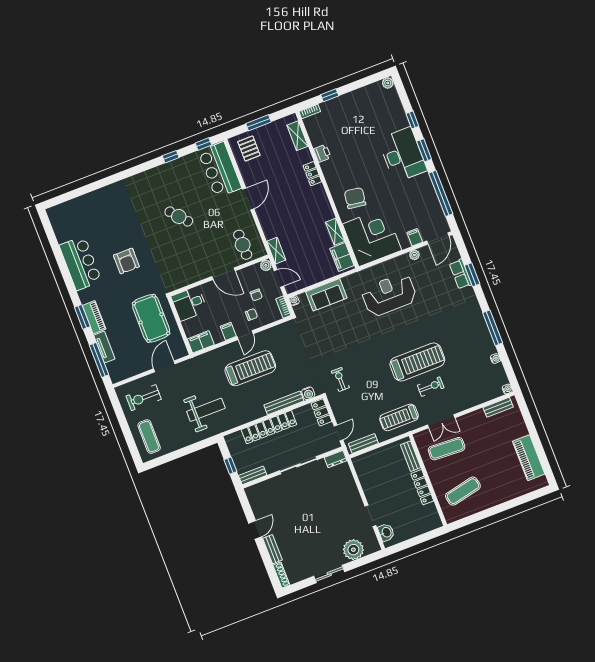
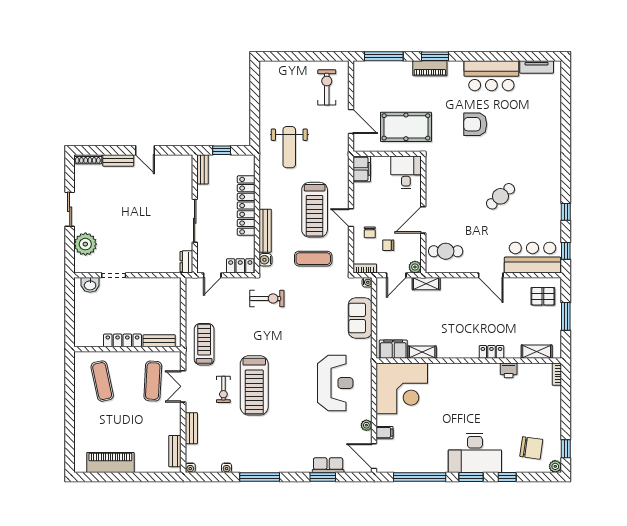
window: (330, 95) -> (566, 449), moved
chair: (355, 198) -> (531, 448), moved
filing cabinet: (228, 331) -> (362, 202), removed
tv unit: (104, 347) -> (537, 67), moved
exercise bike: (340, 379) -> (267, 299), width x1.38, depth x1.39
door: (339, 433) -> (212, 275), hinge flipped
exercise mat: (149, 437) -> (313, 259), moved
bench: (363, 443) -> (191, 428), moved

